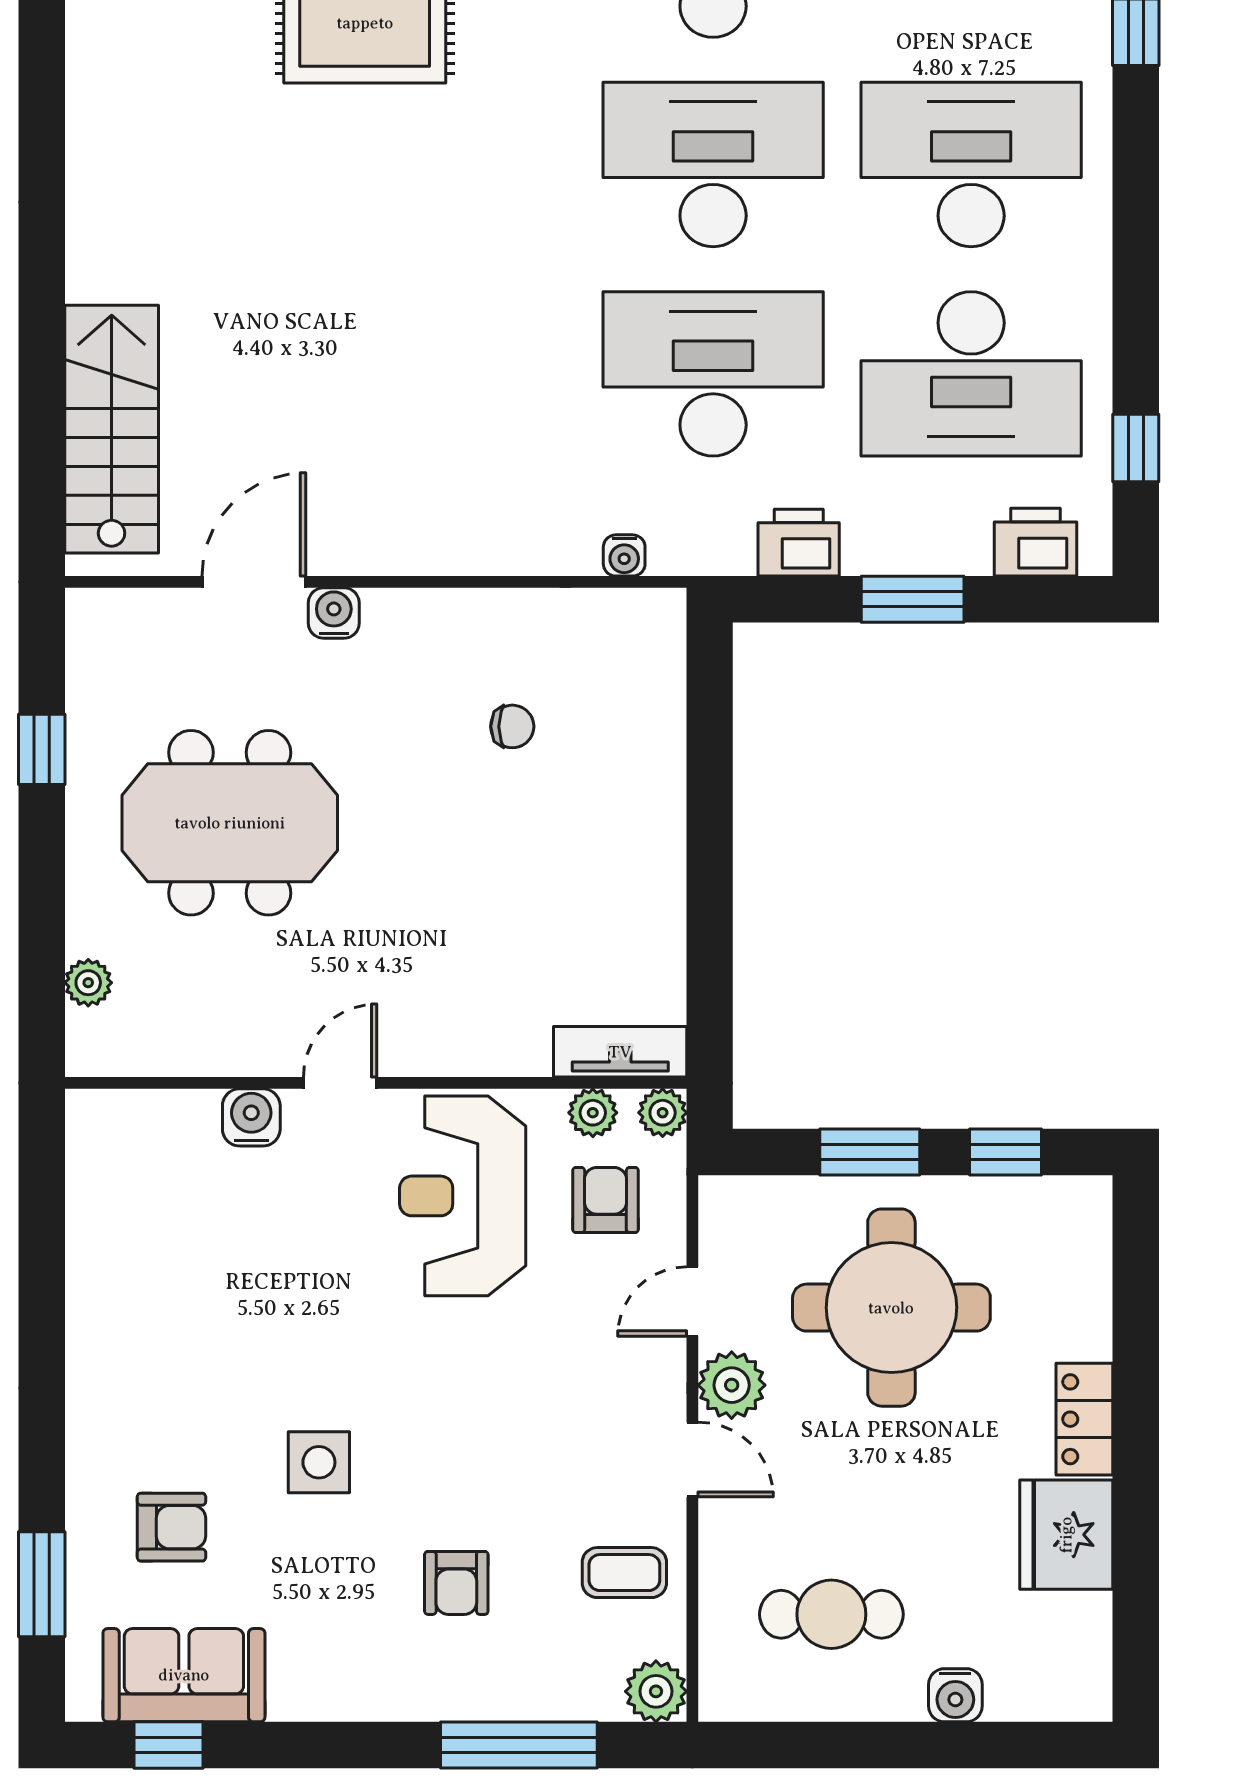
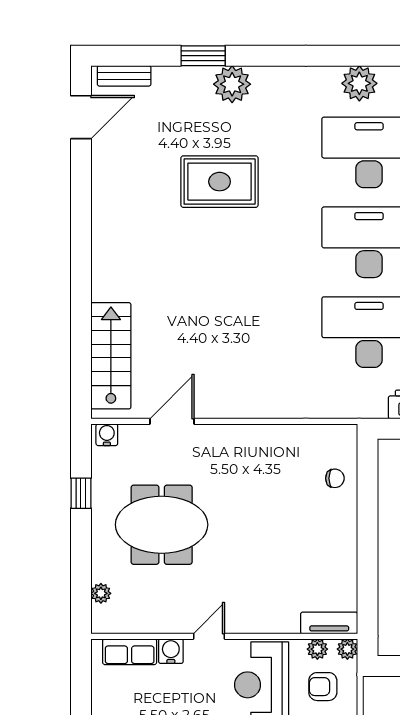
water cooler: (624, 555) -> (331, 410), removed
water cooler: (334, 613) -> (107, 435), moved
chair: (512, 726) -> (335, 478), moved
row of seats: (155, 1119) -> (130, 652), added
armchair: (605, 1200) -> (323, 687), turned -90

